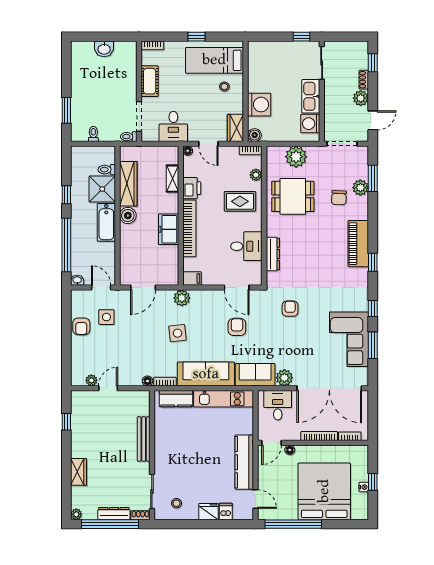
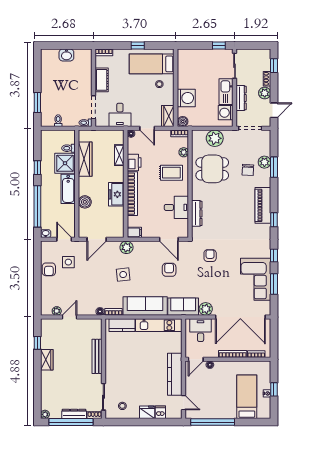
dresser: (330, 105) -> (241, 98), added
window: (373, 178) -> (274, 167), moved
boiler: (128, 216) -> (85, 202), moved
wardrobe: (79, 472) -> (47, 360), moved
bed: (324, 491) -> (247, 397), width x0.49

